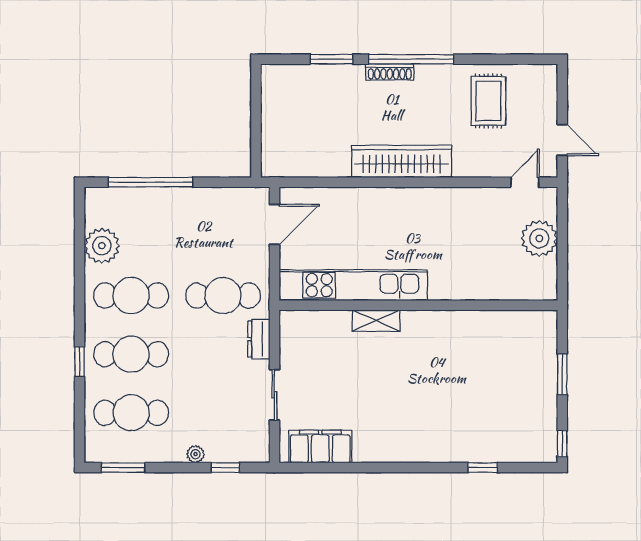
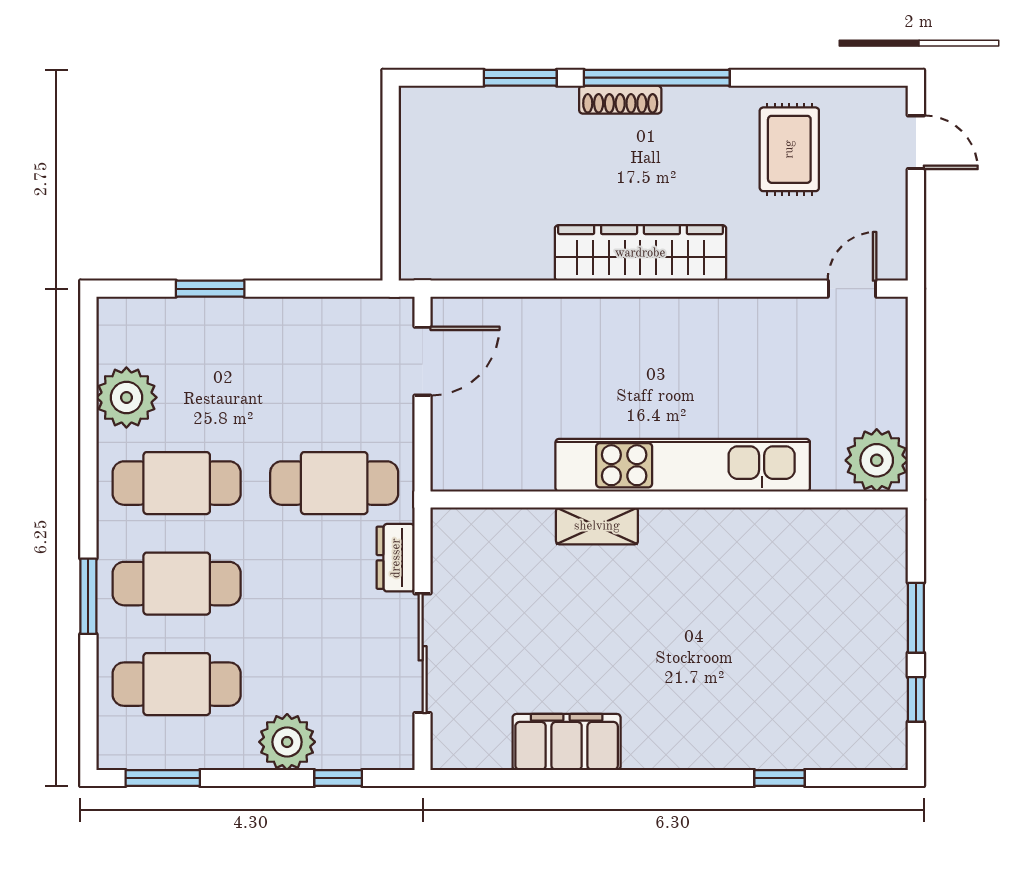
door: (562, 140) -> (916, 142), moved
window: (151, 182) -> (210, 289), width x0.47
plant: (539, 238) -> (877, 460), moved
kitchen unit: (353, 285) -> (683, 465), moved
window: (80, 362) -> (88, 596), width x1.50
sliding door: (274, 395) -> (423, 653), width x1.37
window: (562, 444) -> (916, 699), moved
filing cabinet: (320, 447) -> (567, 742), moved
plant: (195, 454) -> (287, 742), width x1.87, depth x1.87

